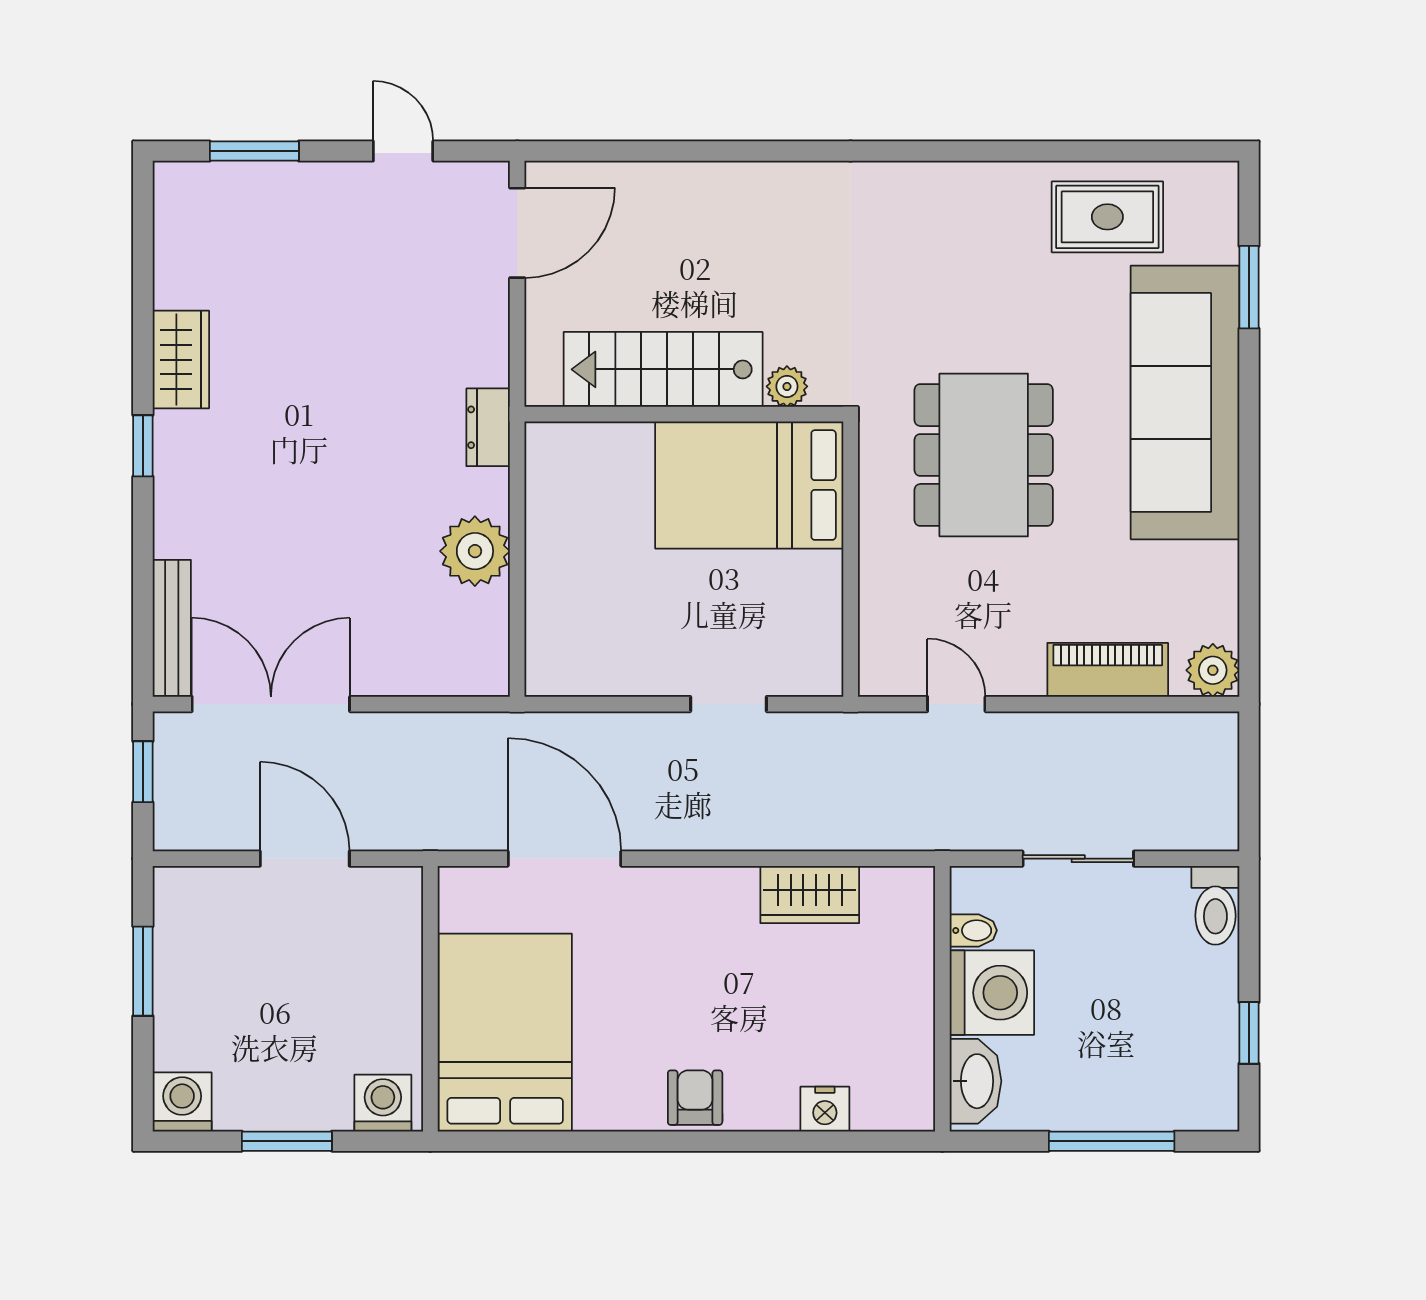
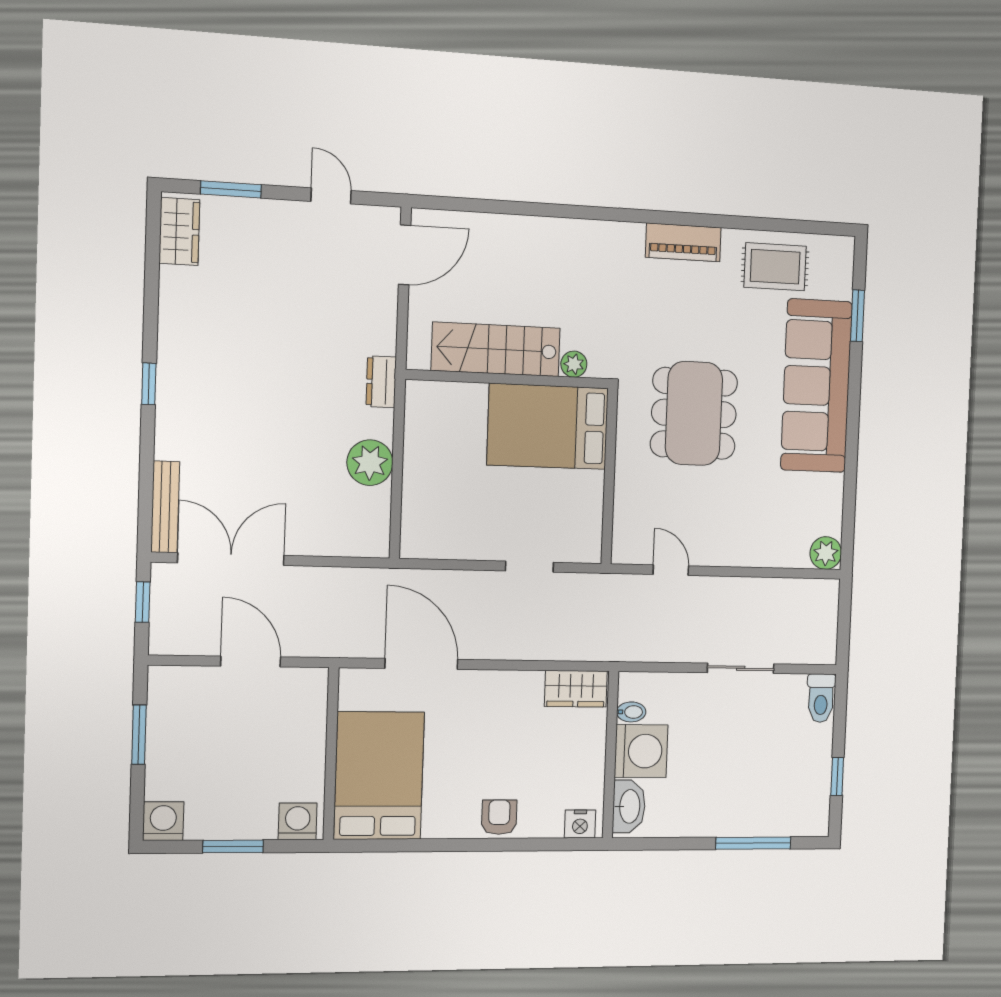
wardrobe: (181, 360) -> (179, 231), moved
piano: (1108, 670) -> (683, 242), moved, turned 180
bidet: (973, 930) -> (631, 712), moved
washing machine: (992, 993) -> (641, 751), moved
wall: (942, 999) -> (611, 755), moved
washbasin: (975, 1081) -> (629, 806), moved

